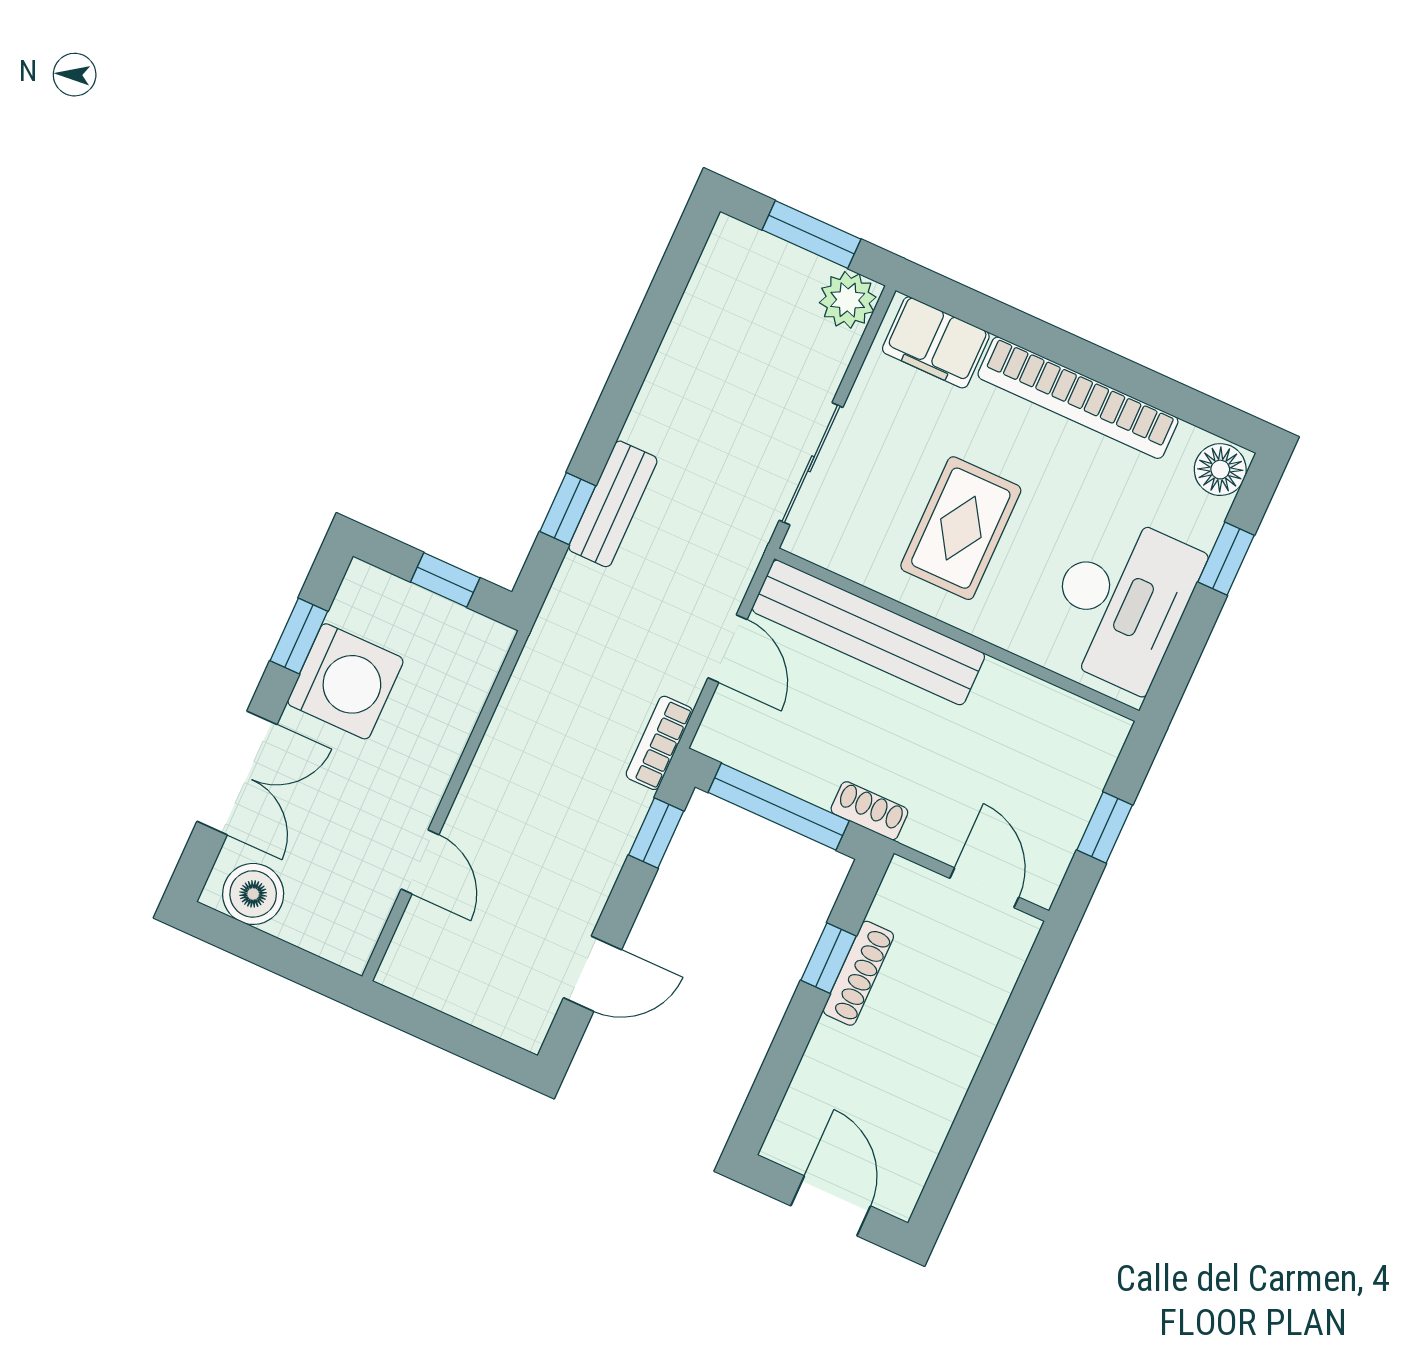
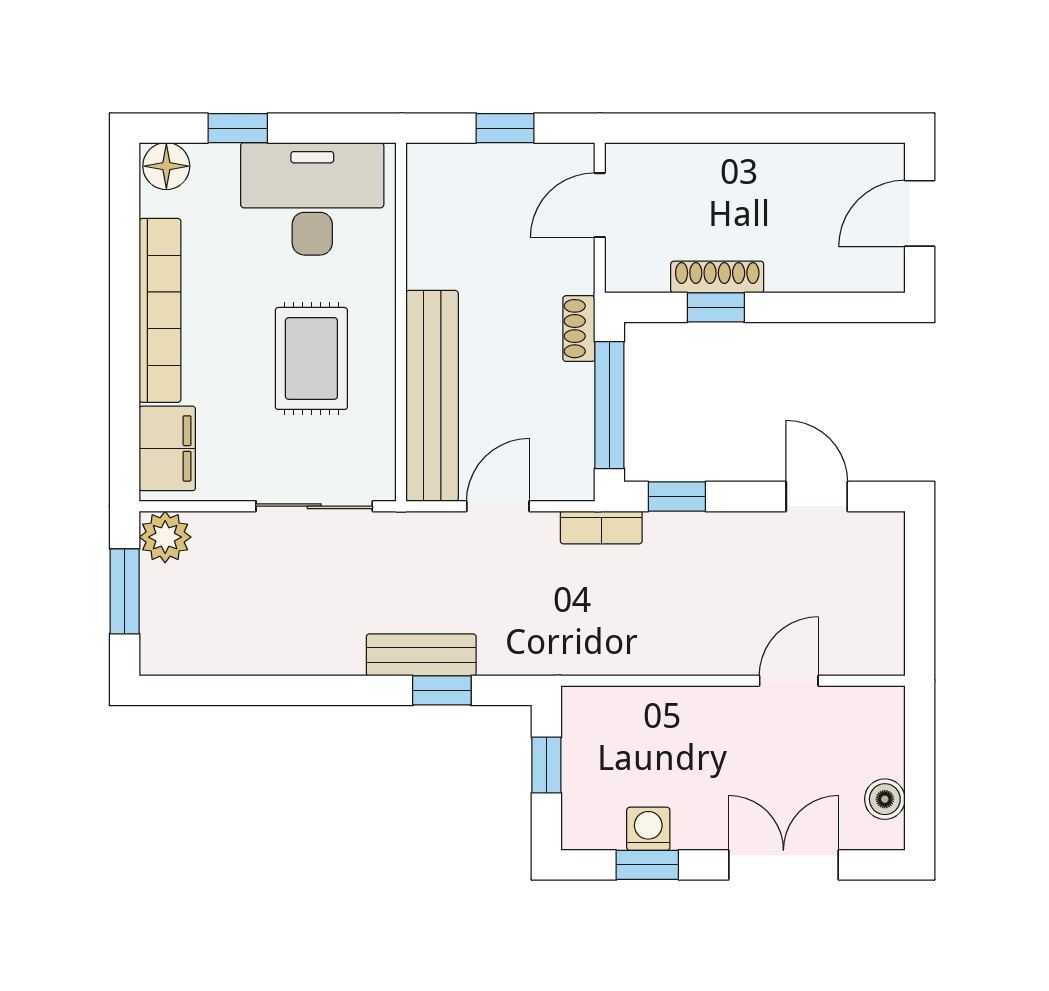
rug: (961, 528) -> (311, 358), turned 90
washing machine: (345, 681) -> (648, 829), width x0.53, depth x0.53
boiler: (253, 894) -> (885, 799), width x0.73, depth x0.73

